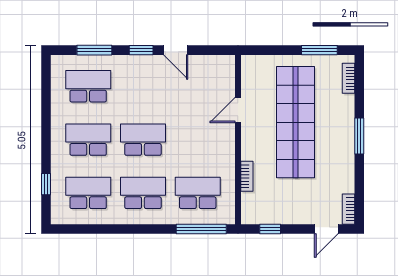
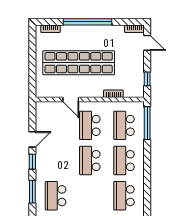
window: (319, 50) -> (32, 47), removed
window: (359, 136) -> (87, 22), width x2.11
school desk: (88, 140) -> (90, 125), moved

